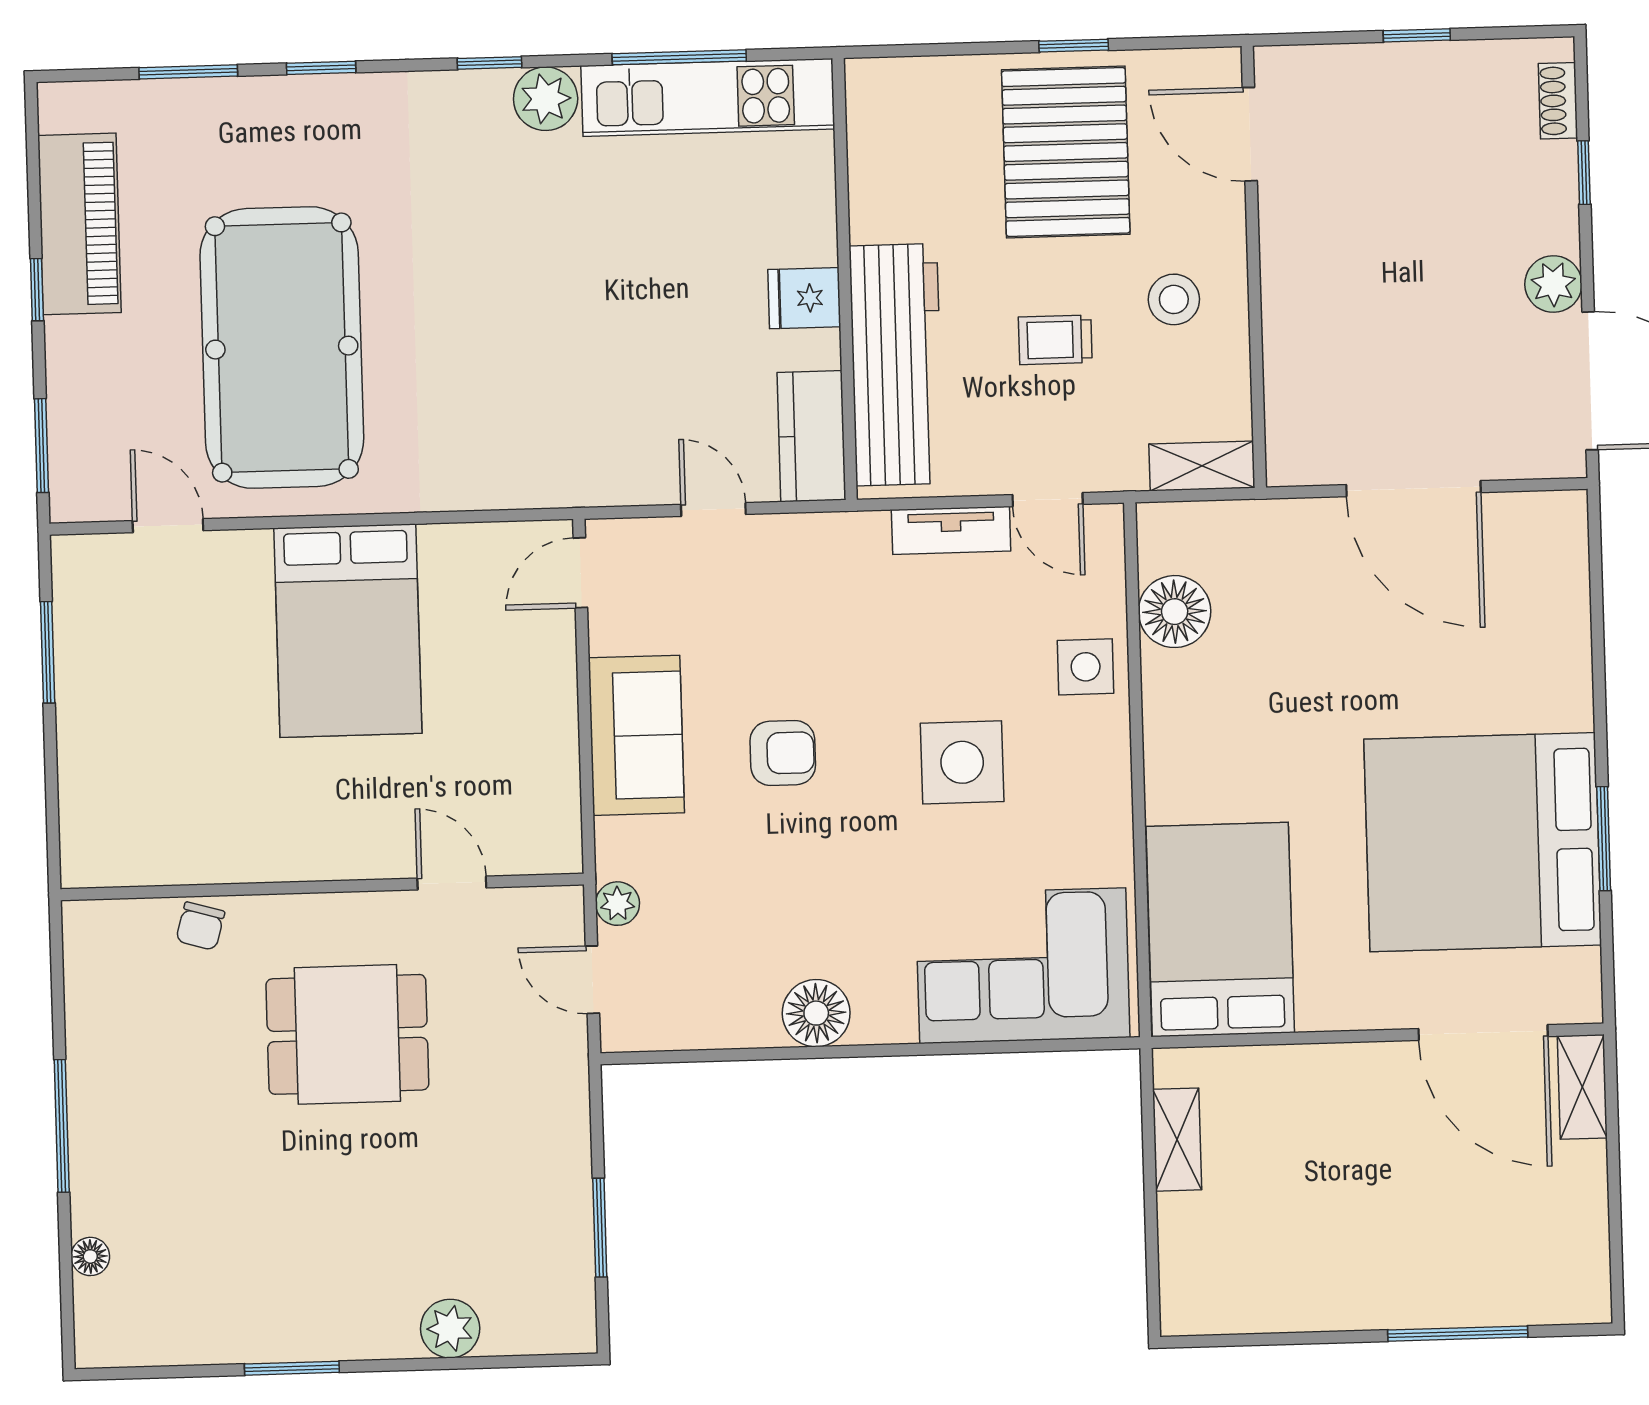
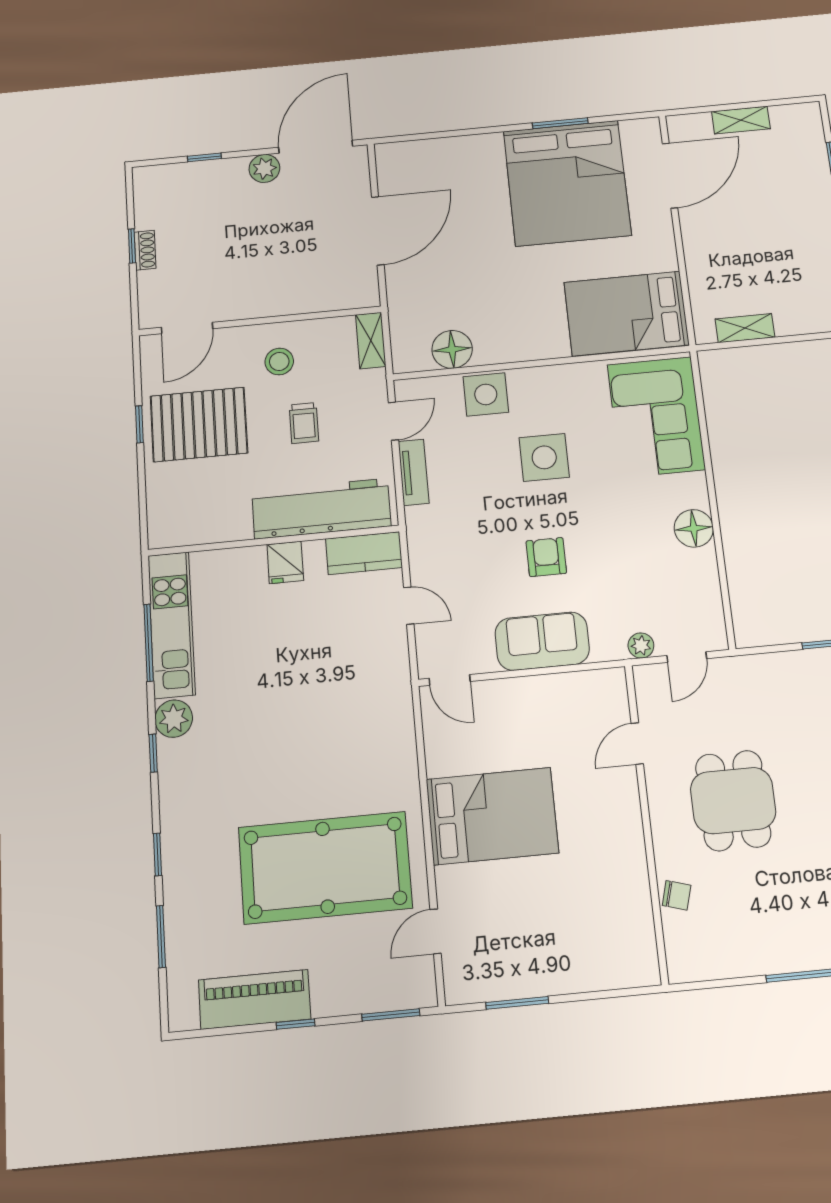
shoe rack: (1558, 101) -> (145, 250), moved, turned -90
door: (713, 509) -> (409, 606), swing flipped
side table: (1086, 667) -> (486, 394), width x1.37, depth x1.37
shelving: (1582, 1087) -> (741, 120), moved

